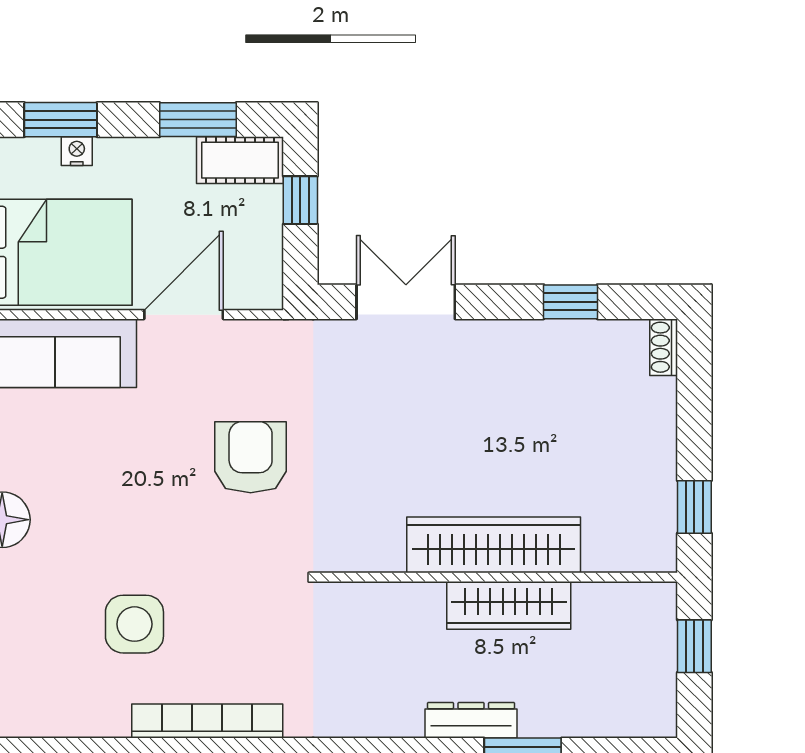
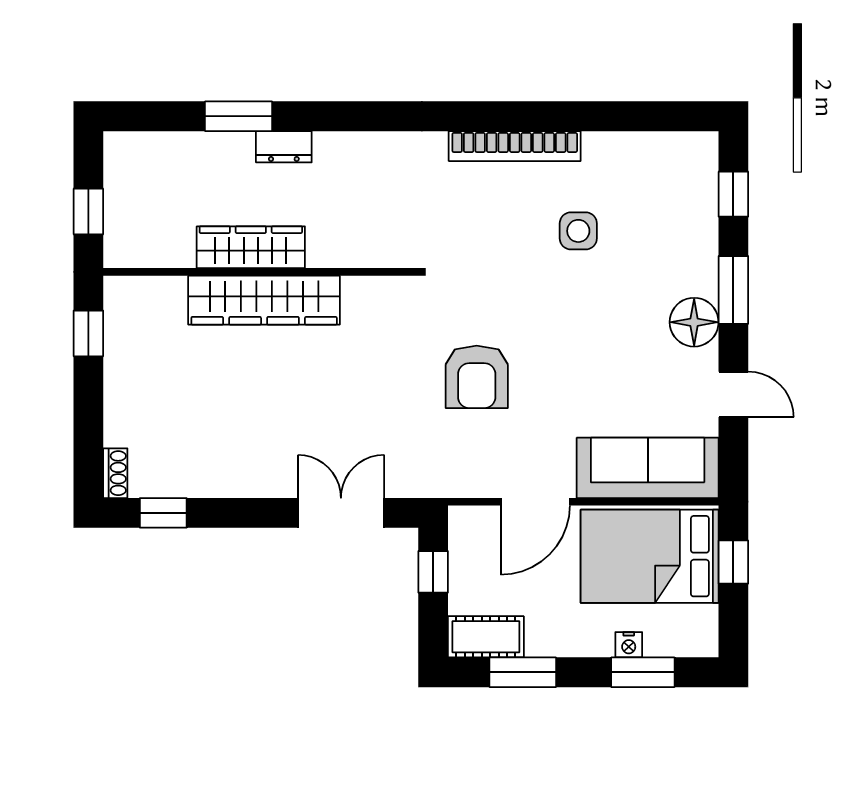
window: (300, 200) -> (433, 572), moved
double door: (406, 302) -> (341, 513), swing flipped
window: (571, 302) -> (163, 513), moved
side table: (134, 624) -> (578, 231), width x0.73, depth x0.73
dresser: (471, 720) -> (284, 147), width x0.70

